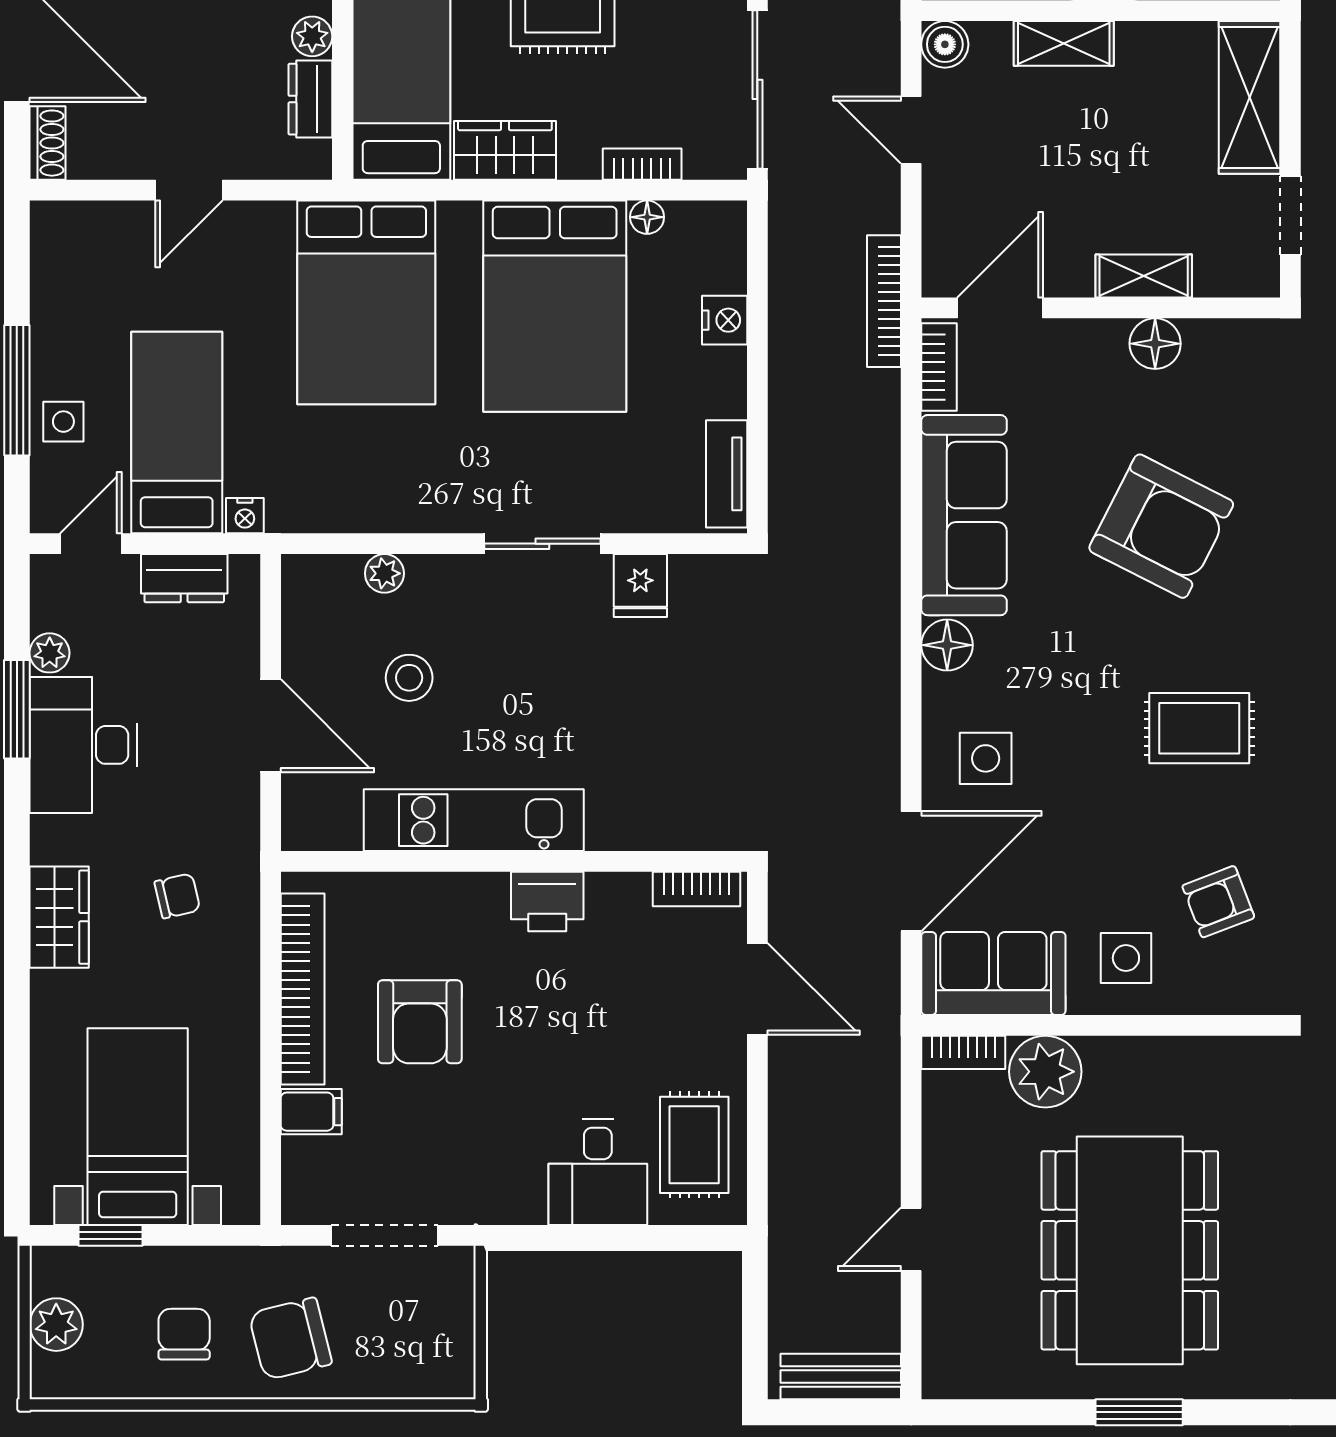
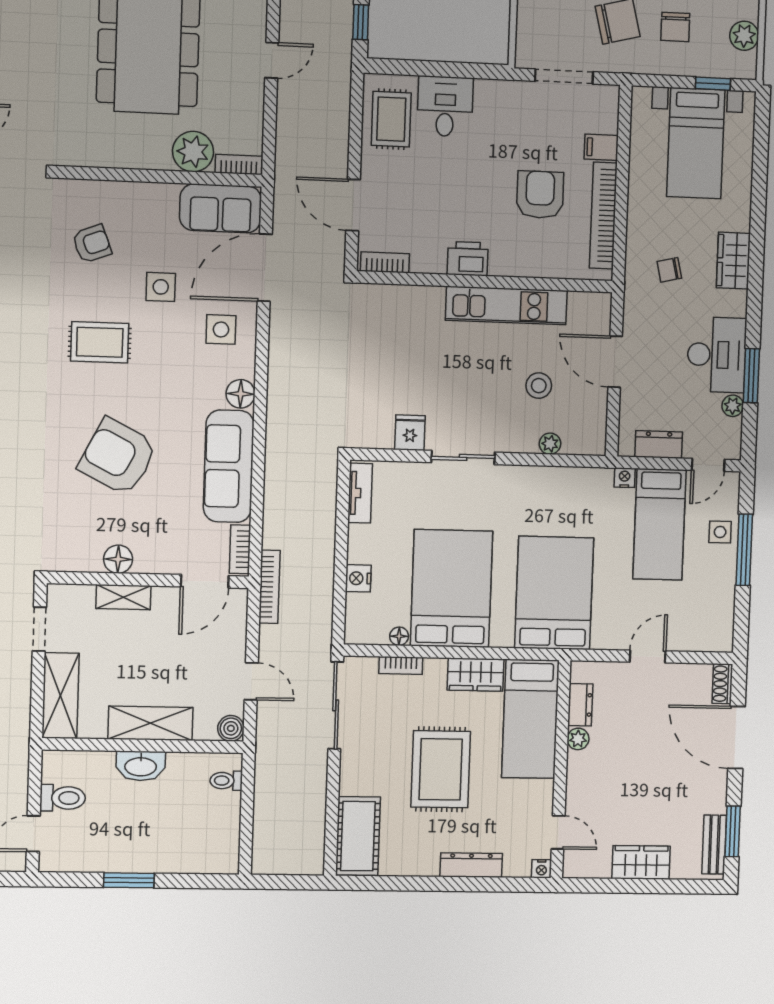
shelving: (1064, 43) -> (150, 723), width x1.50, depth x1.33
side table: (1126, 958) -> (161, 287), moved
window: (755, 1314) -> (361, 22), added

